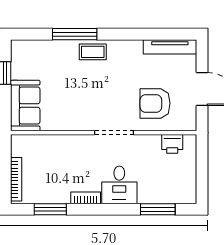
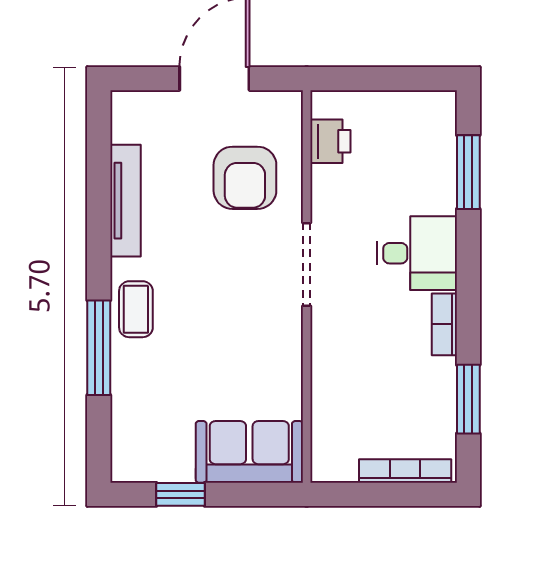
tv unit: (170, 47) -> (125, 201), moved

